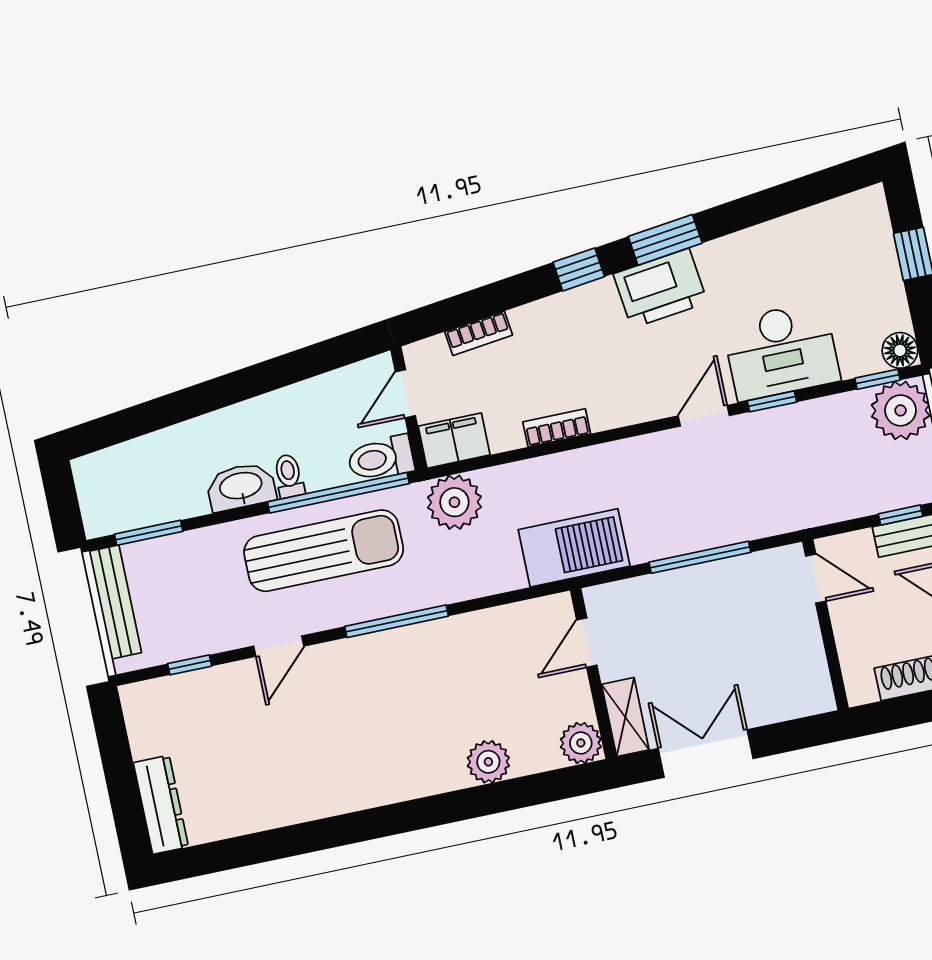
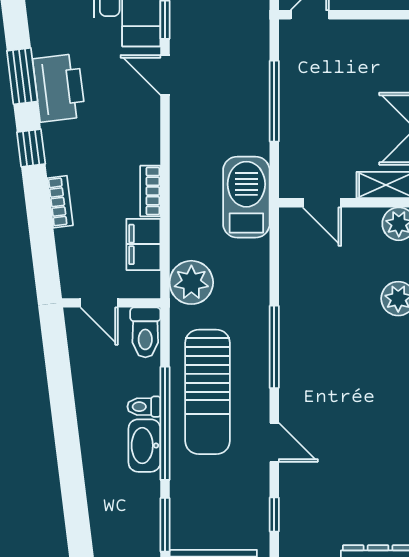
bookcase: (479, 333) -> (60, 202), moved
filing cabinet: (454, 441) -> (143, 244), moved
window: (338, 493) -> (165, 423), moved
sun lounger: (324, 551) -> (208, 392), turned 180

